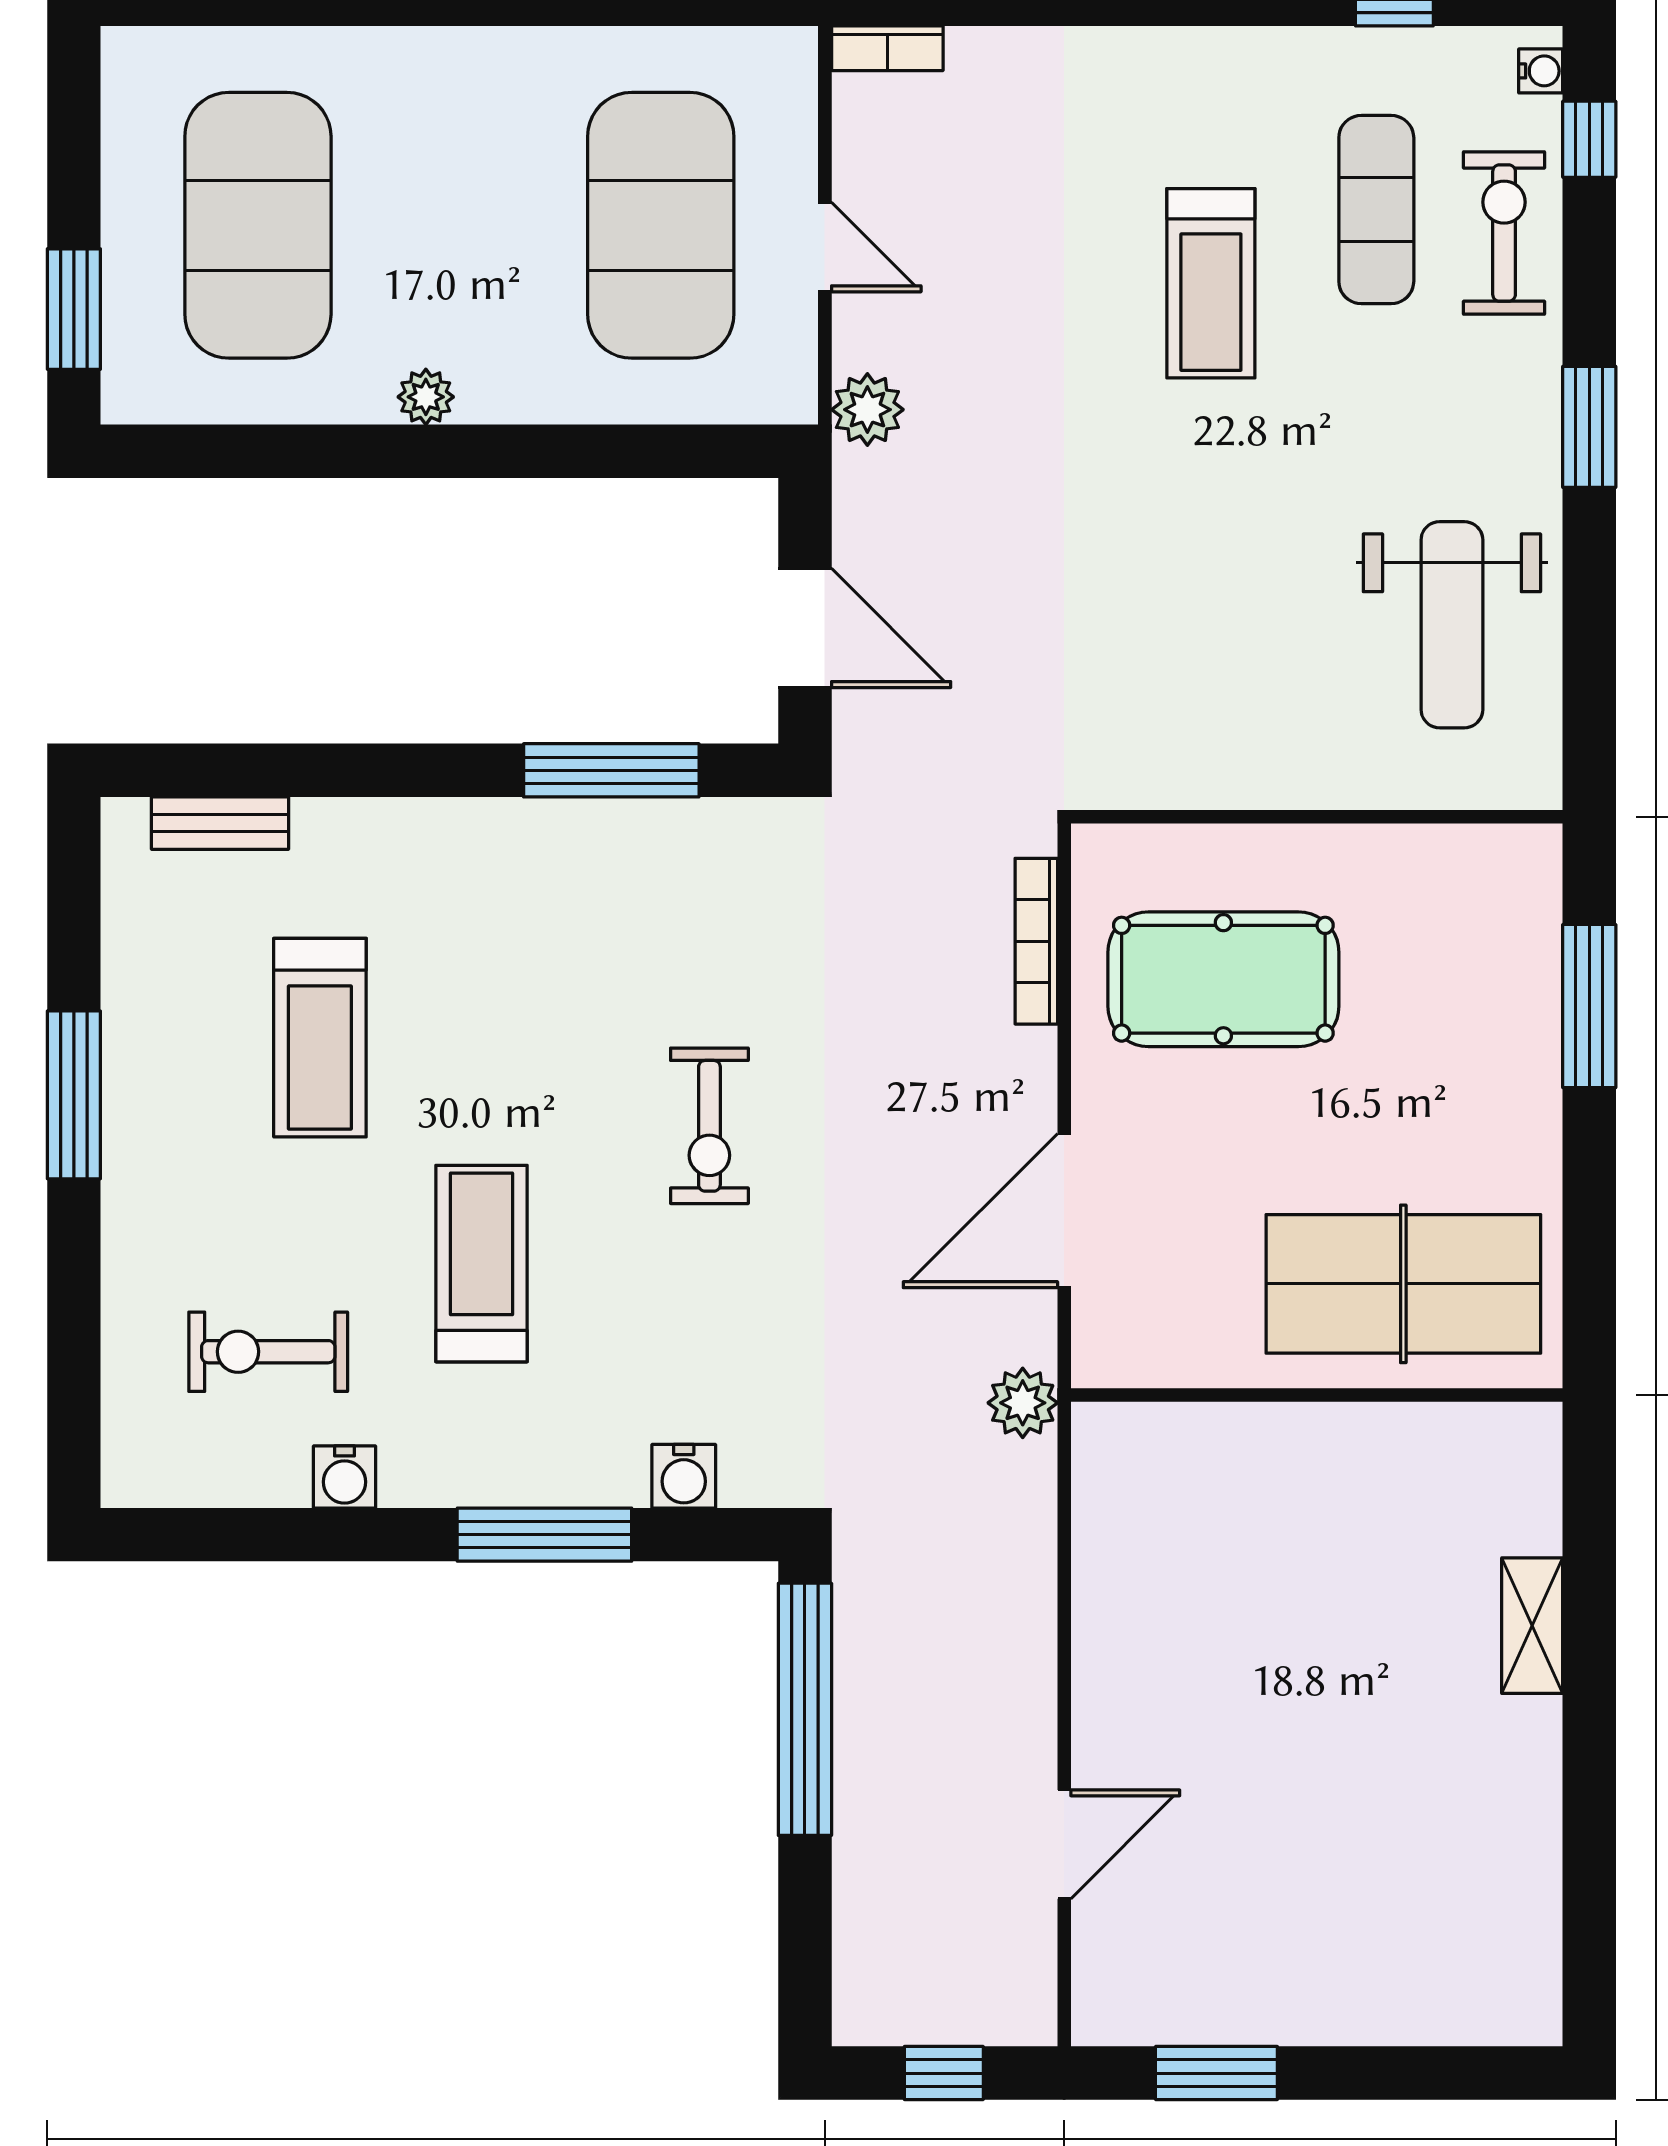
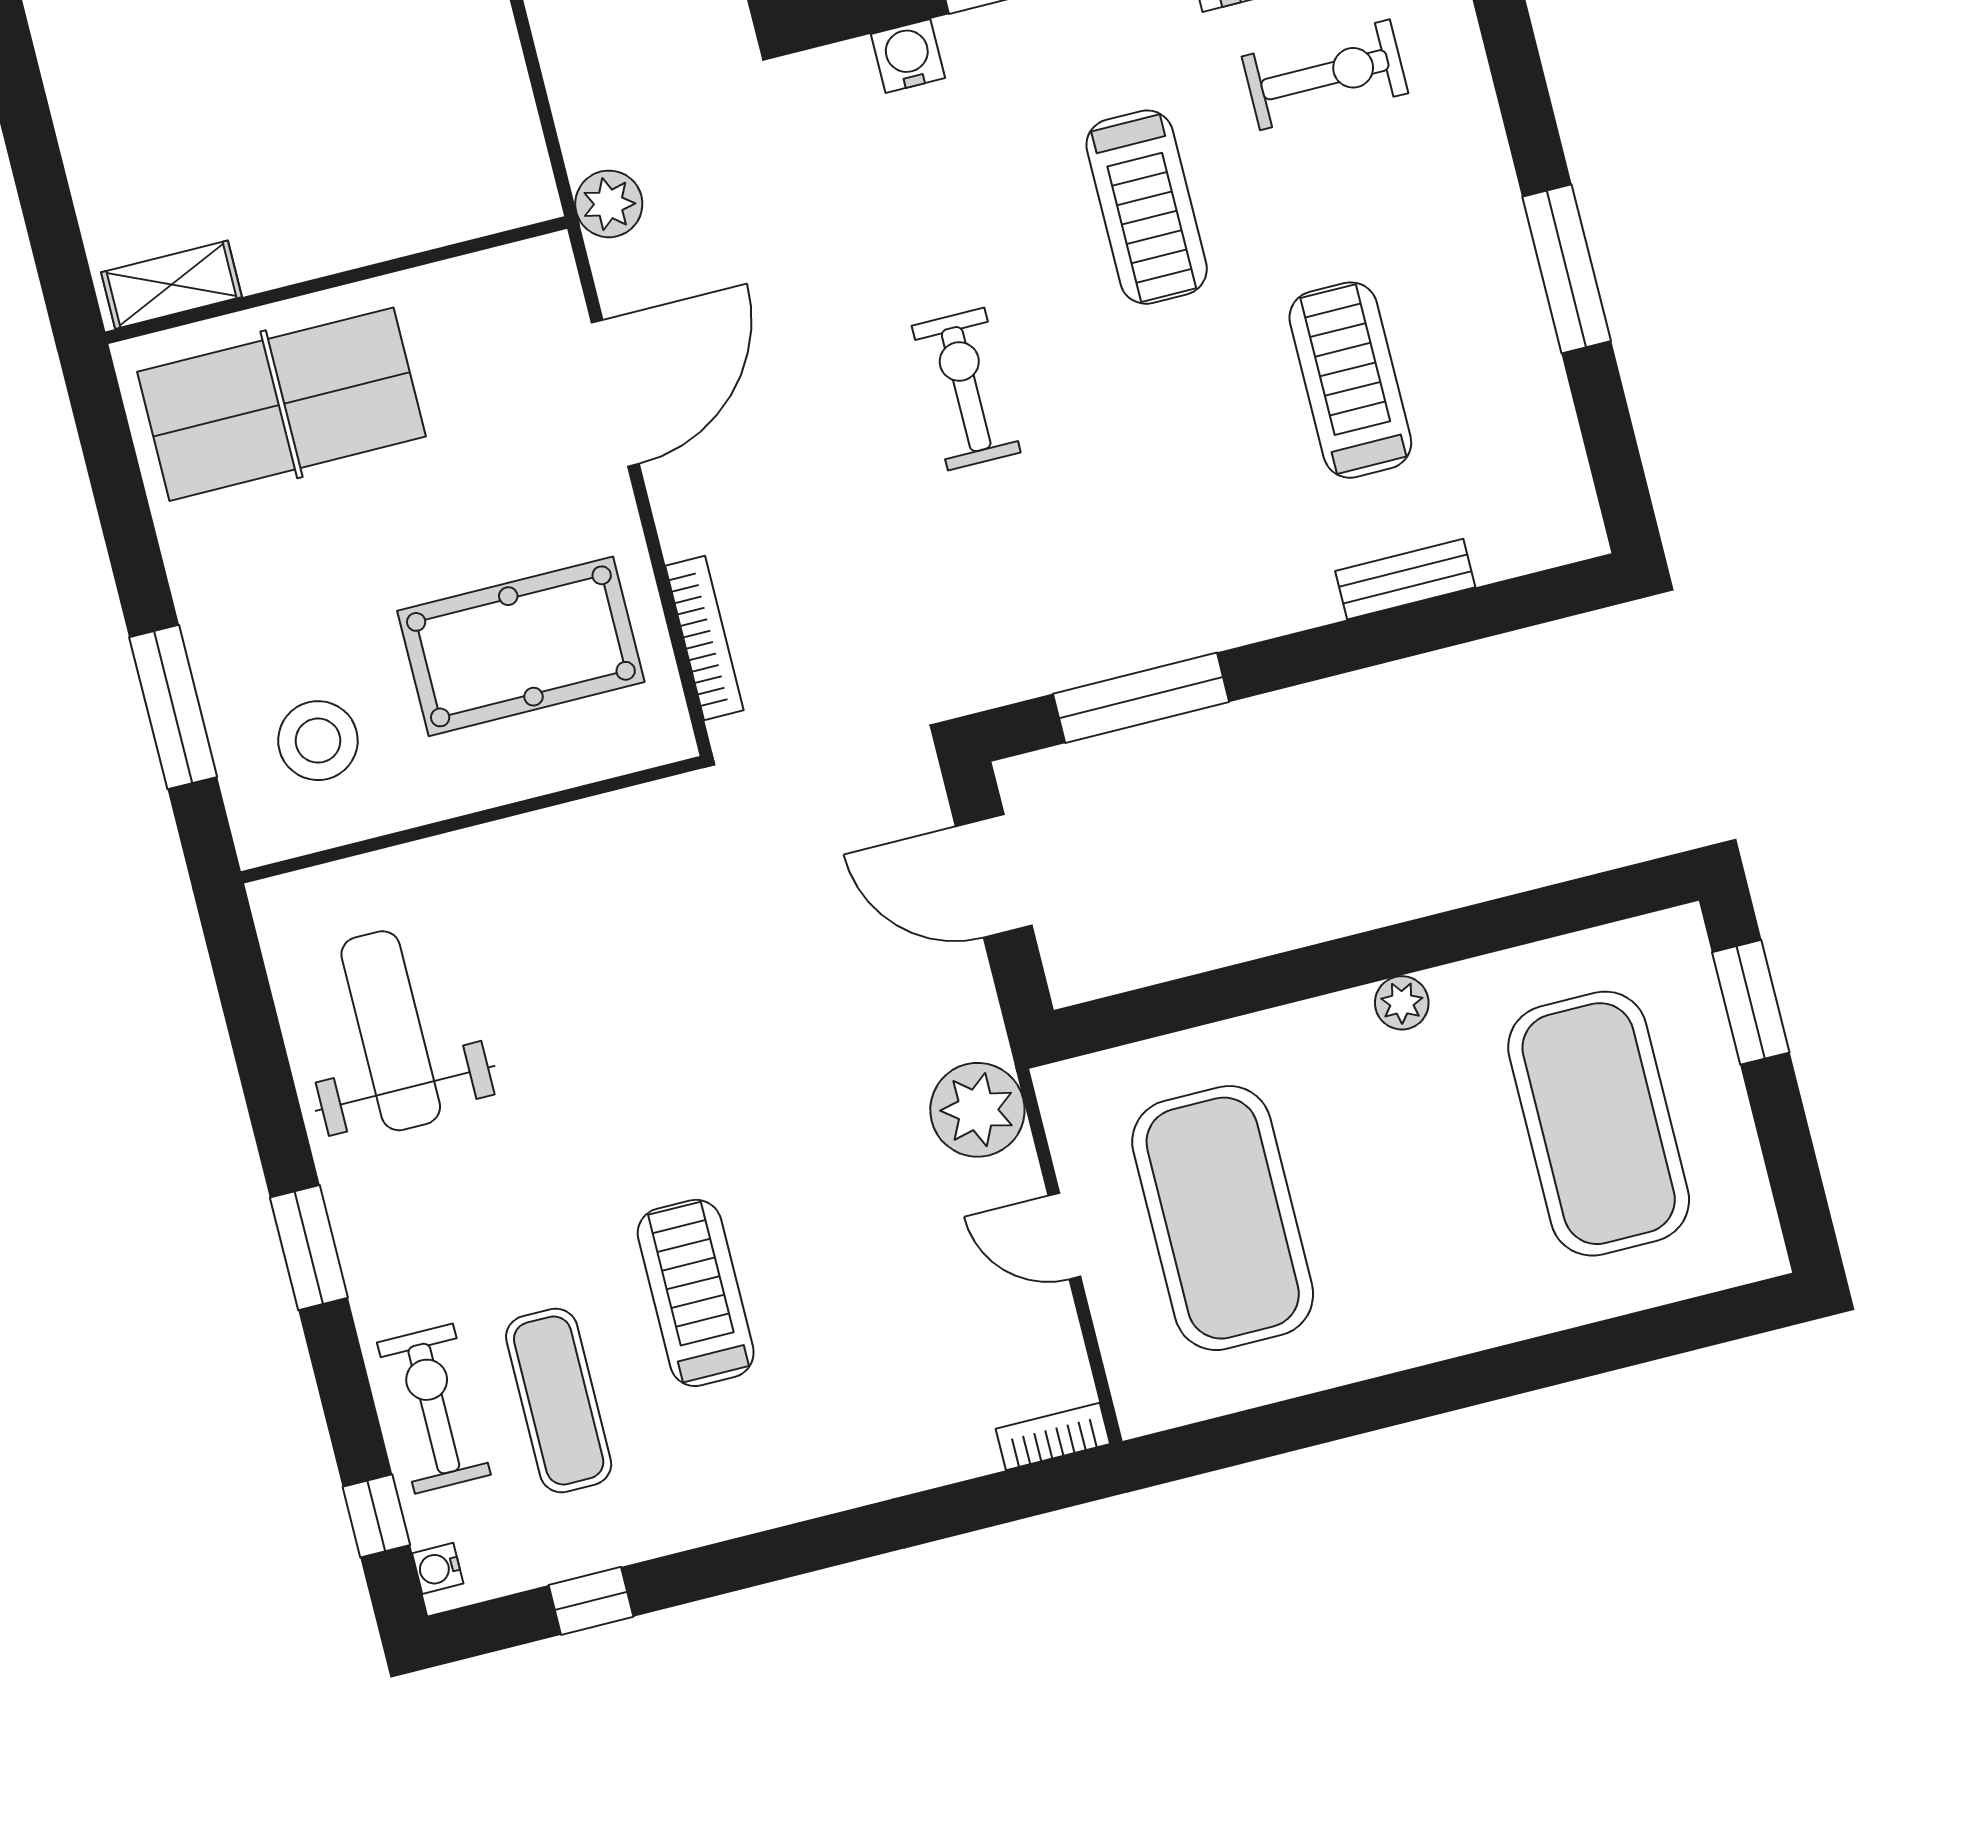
exercise bike: (1504, 233) -> (434, 1409), turned 180
plant: (867, 410) -> (977, 1110), width x1.36, depth x1.36
bench: (220, 823) -> (1405, 579), moved
stool: (1452, 936) -> (318, 741), added
shelving: (1532, 1626) -> (171, 285), moved, turned 90

